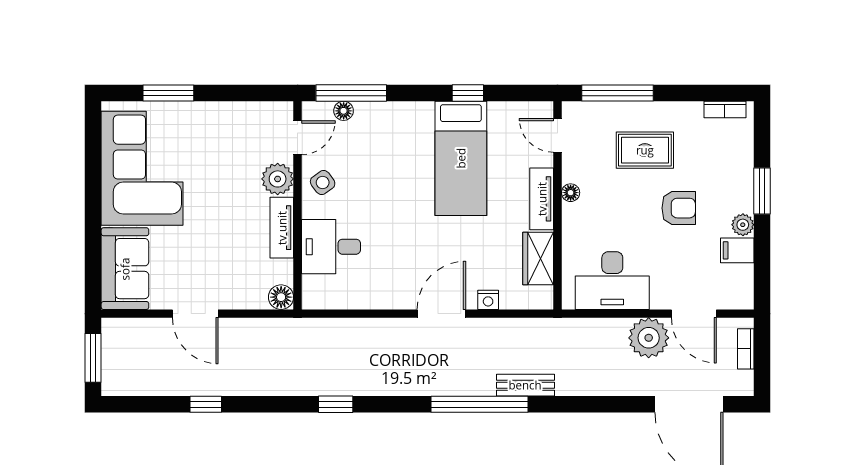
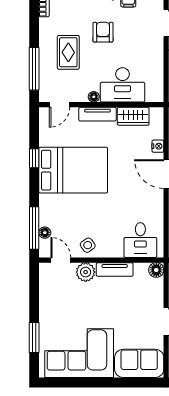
bed: (461, 158) -> (73, 170), width x1.50
desk: (331, 247) -> (140, 240), moved
desk: (612, 281) -> (123, 85), moved, turned 90

